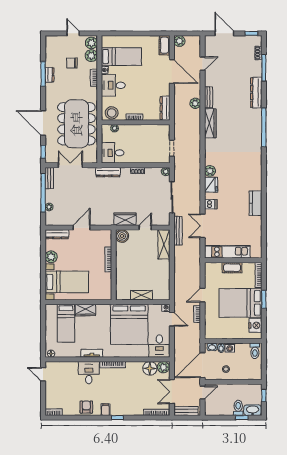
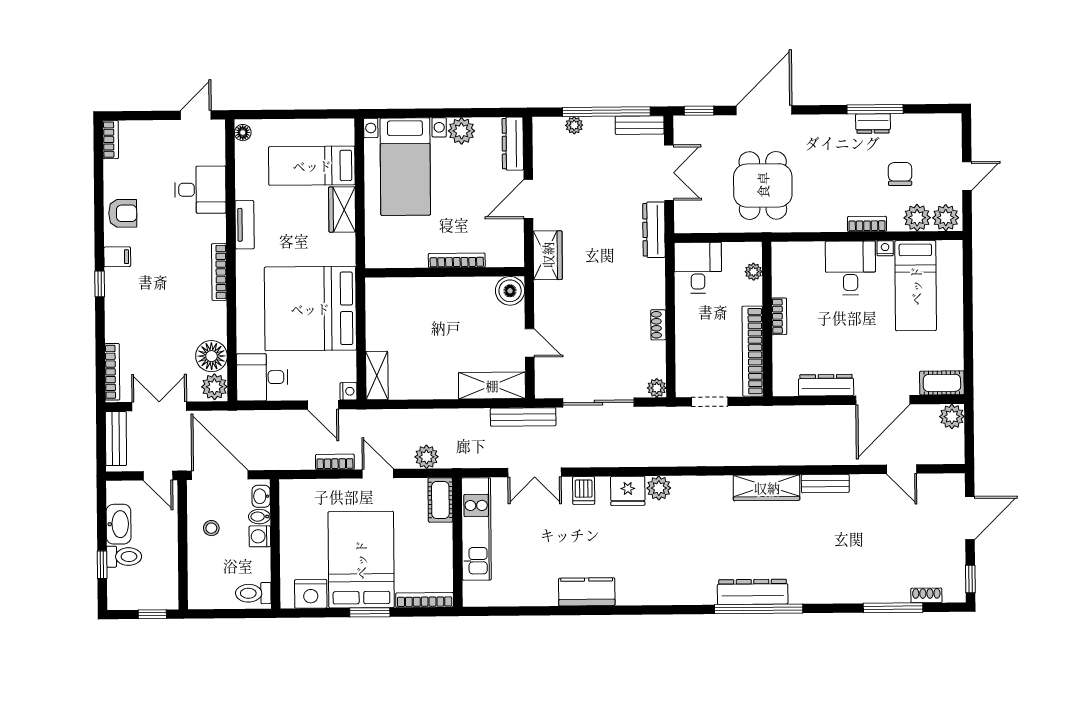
dresser: (256, 93) -> (753, 592), moved
plant: (195, 103) -> (427, 457), moved
dresser: (165, 108) -> (826, 385), moved
stool: (112, 113) -> (788, 265), removed
dining table: (76, 124) -> (763, 185), width x0.53, depth x0.80
bookcase: (150, 129) -> (753, 351), added
dresser: (108, 172) -> (654, 230), moved
wardrobe: (125, 219) -> (548, 255), moved
double door: (203, 226) -> (535, 472), swing flipped
door: (82, 228) -> (528, 199), swing flipped
cot: (232, 268) -> (440, 500), moved
shelving: (142, 295) -> (377, 376), moved
door: (172, 319) -> (323, 405), hinge flipped
desk: (89, 373) -> (200, 190), moved
washbasin: (253, 410) -> (119, 524), moved

